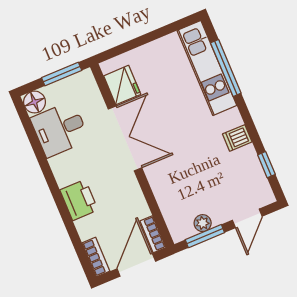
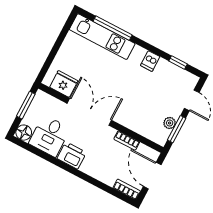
printer: (79, 200) -> (72, 155), moved
bookcase: (153, 234) -> (127, 141), moved

